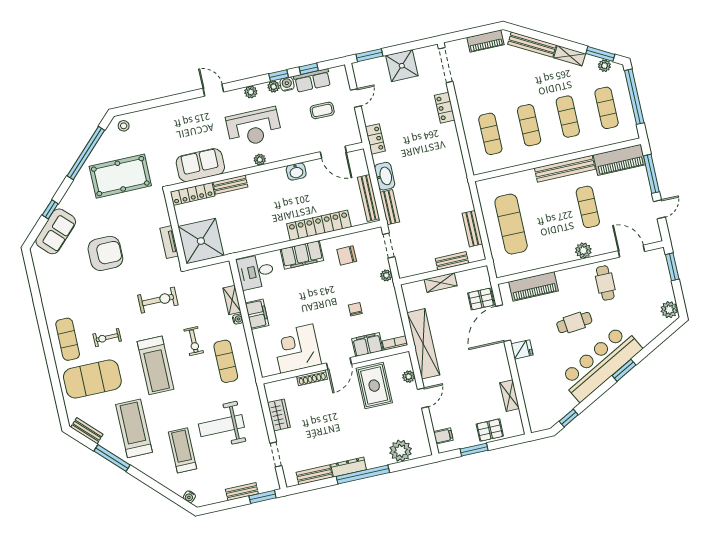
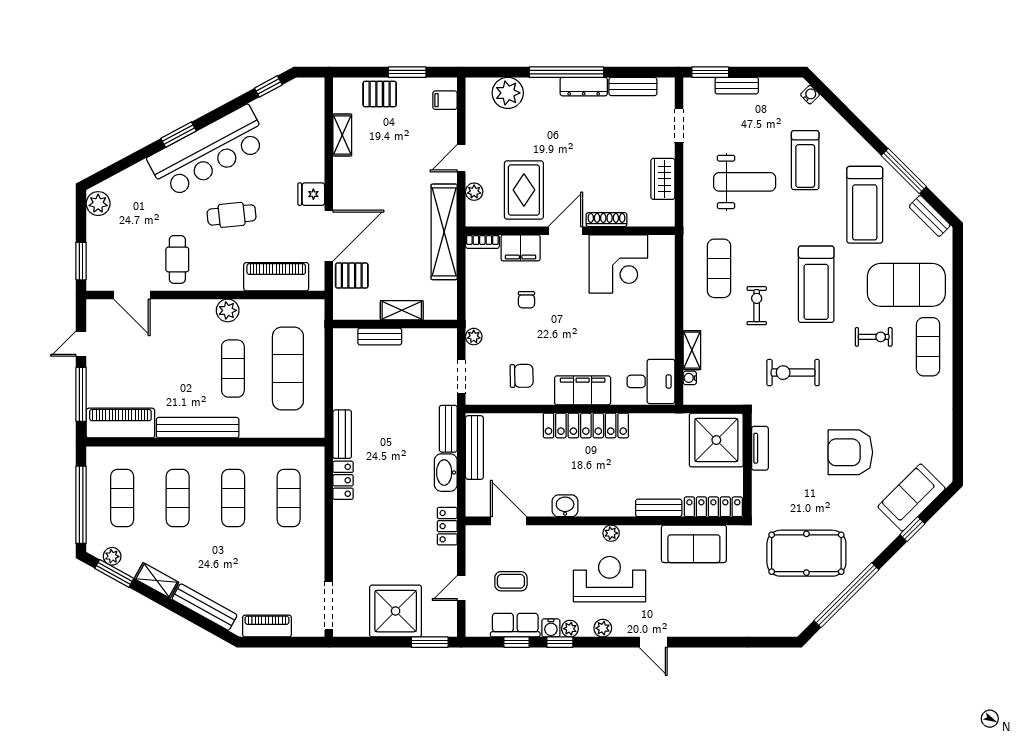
shower: (402, 66) -> (396, 611), width x1.37, depth x1.37
locker: (445, 108) -> (343, 480), moved
stool: (124, 126) -> (787, 621), removed
exercise mat: (588, 207) -> (233, 369), moved
locker: (319, 225) -> (586, 425), moved
bench: (472, 229) -> (342, 434), moved
plant: (583, 251) -> (228, 310), moved
filing cabinet: (257, 314) -> (662, 323), removed
water cooler: (238, 319) -> (690, 378), moved
treadmill: (155, 365) -> (816, 284), turned 180

